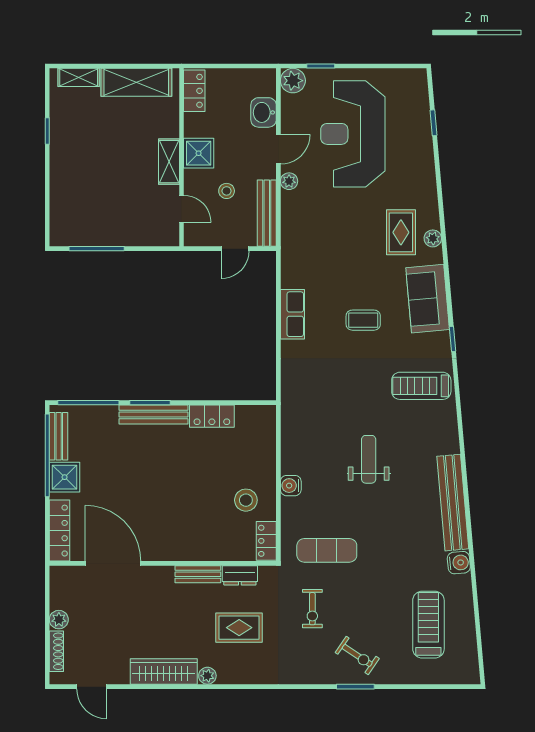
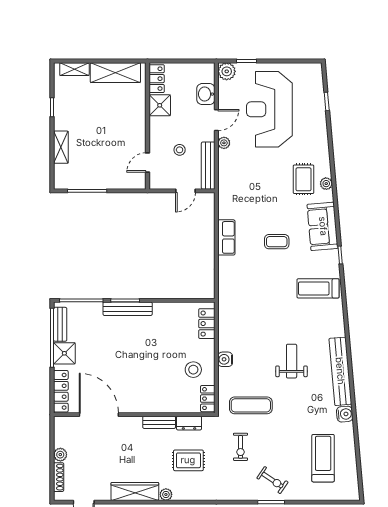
shower: (199, 153) -> (160, 105), moved
shelving: (169, 162) -> (61, 147), moved
door: (181, 209) -> (147, 163), swing flipped
locker: (212, 416) -> (207, 324), moved, turned 90
weight bench: (369, 459) -> (292, 361), moved

